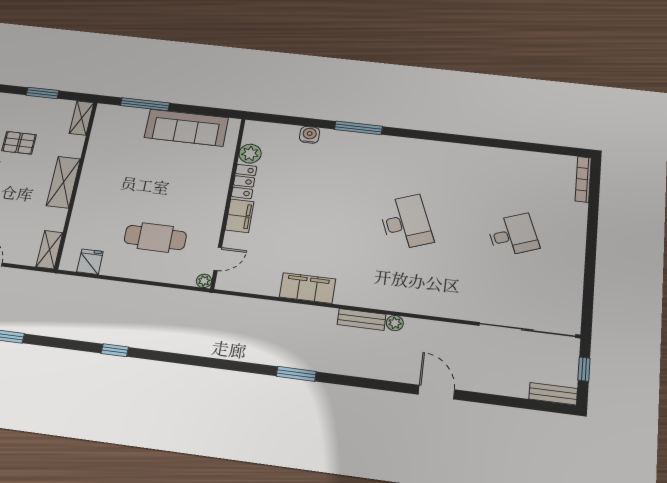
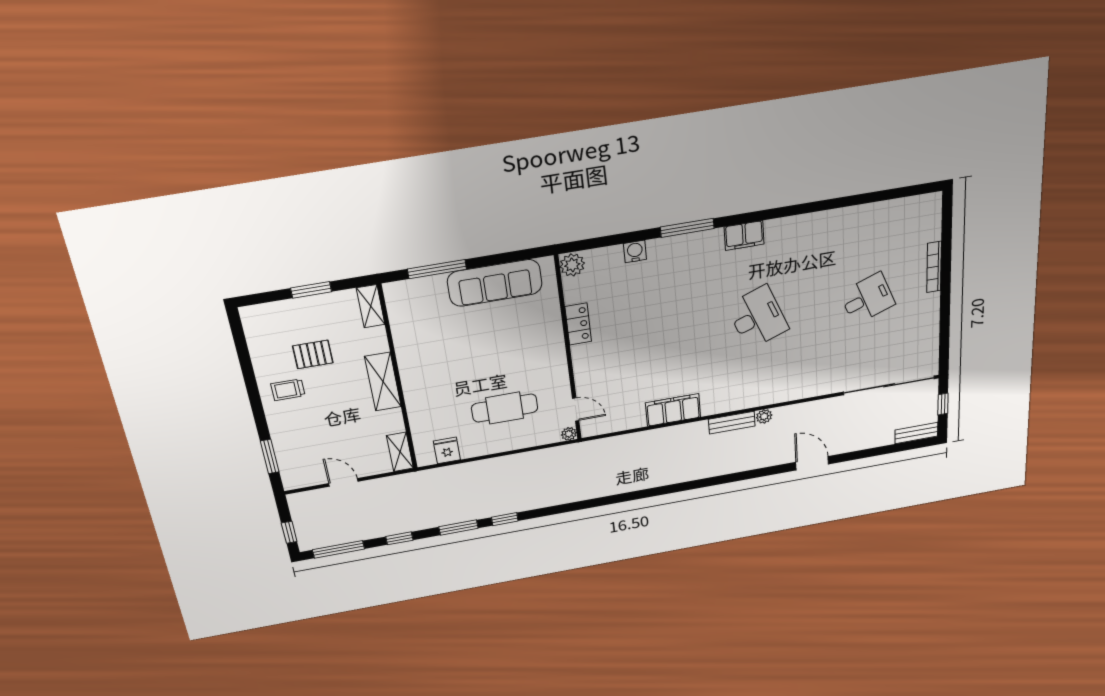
plant: (250, 154) -> (572, 265), moved
bookcase: (583, 179) -> (934, 267), moved
filing cabinet: (239, 216) -> (744, 236), moved, turned 90
door: (218, 259) -> (576, 409), hinge flipped
window: (296, 374) -> (459, 528), moved

